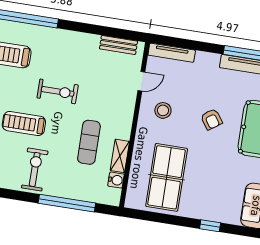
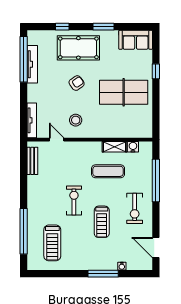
exercise bike: (35, 169) -> (135, 208), turned -90
table tennis table: (167, 177) -> (124, 92), moved

